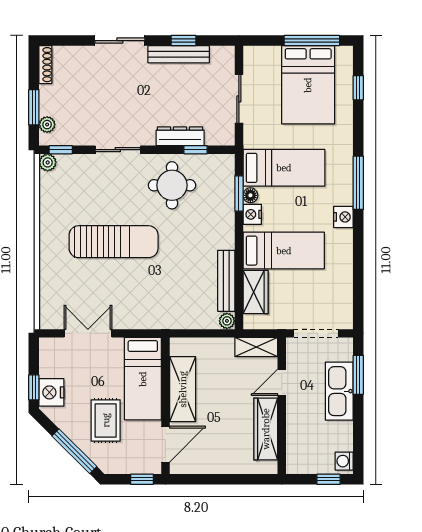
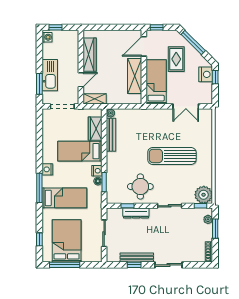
plant: (48, 162) -> (204, 195), width x1.87, depth x1.87
bed: (284, 168) -> (64, 198), moved, turned 180

